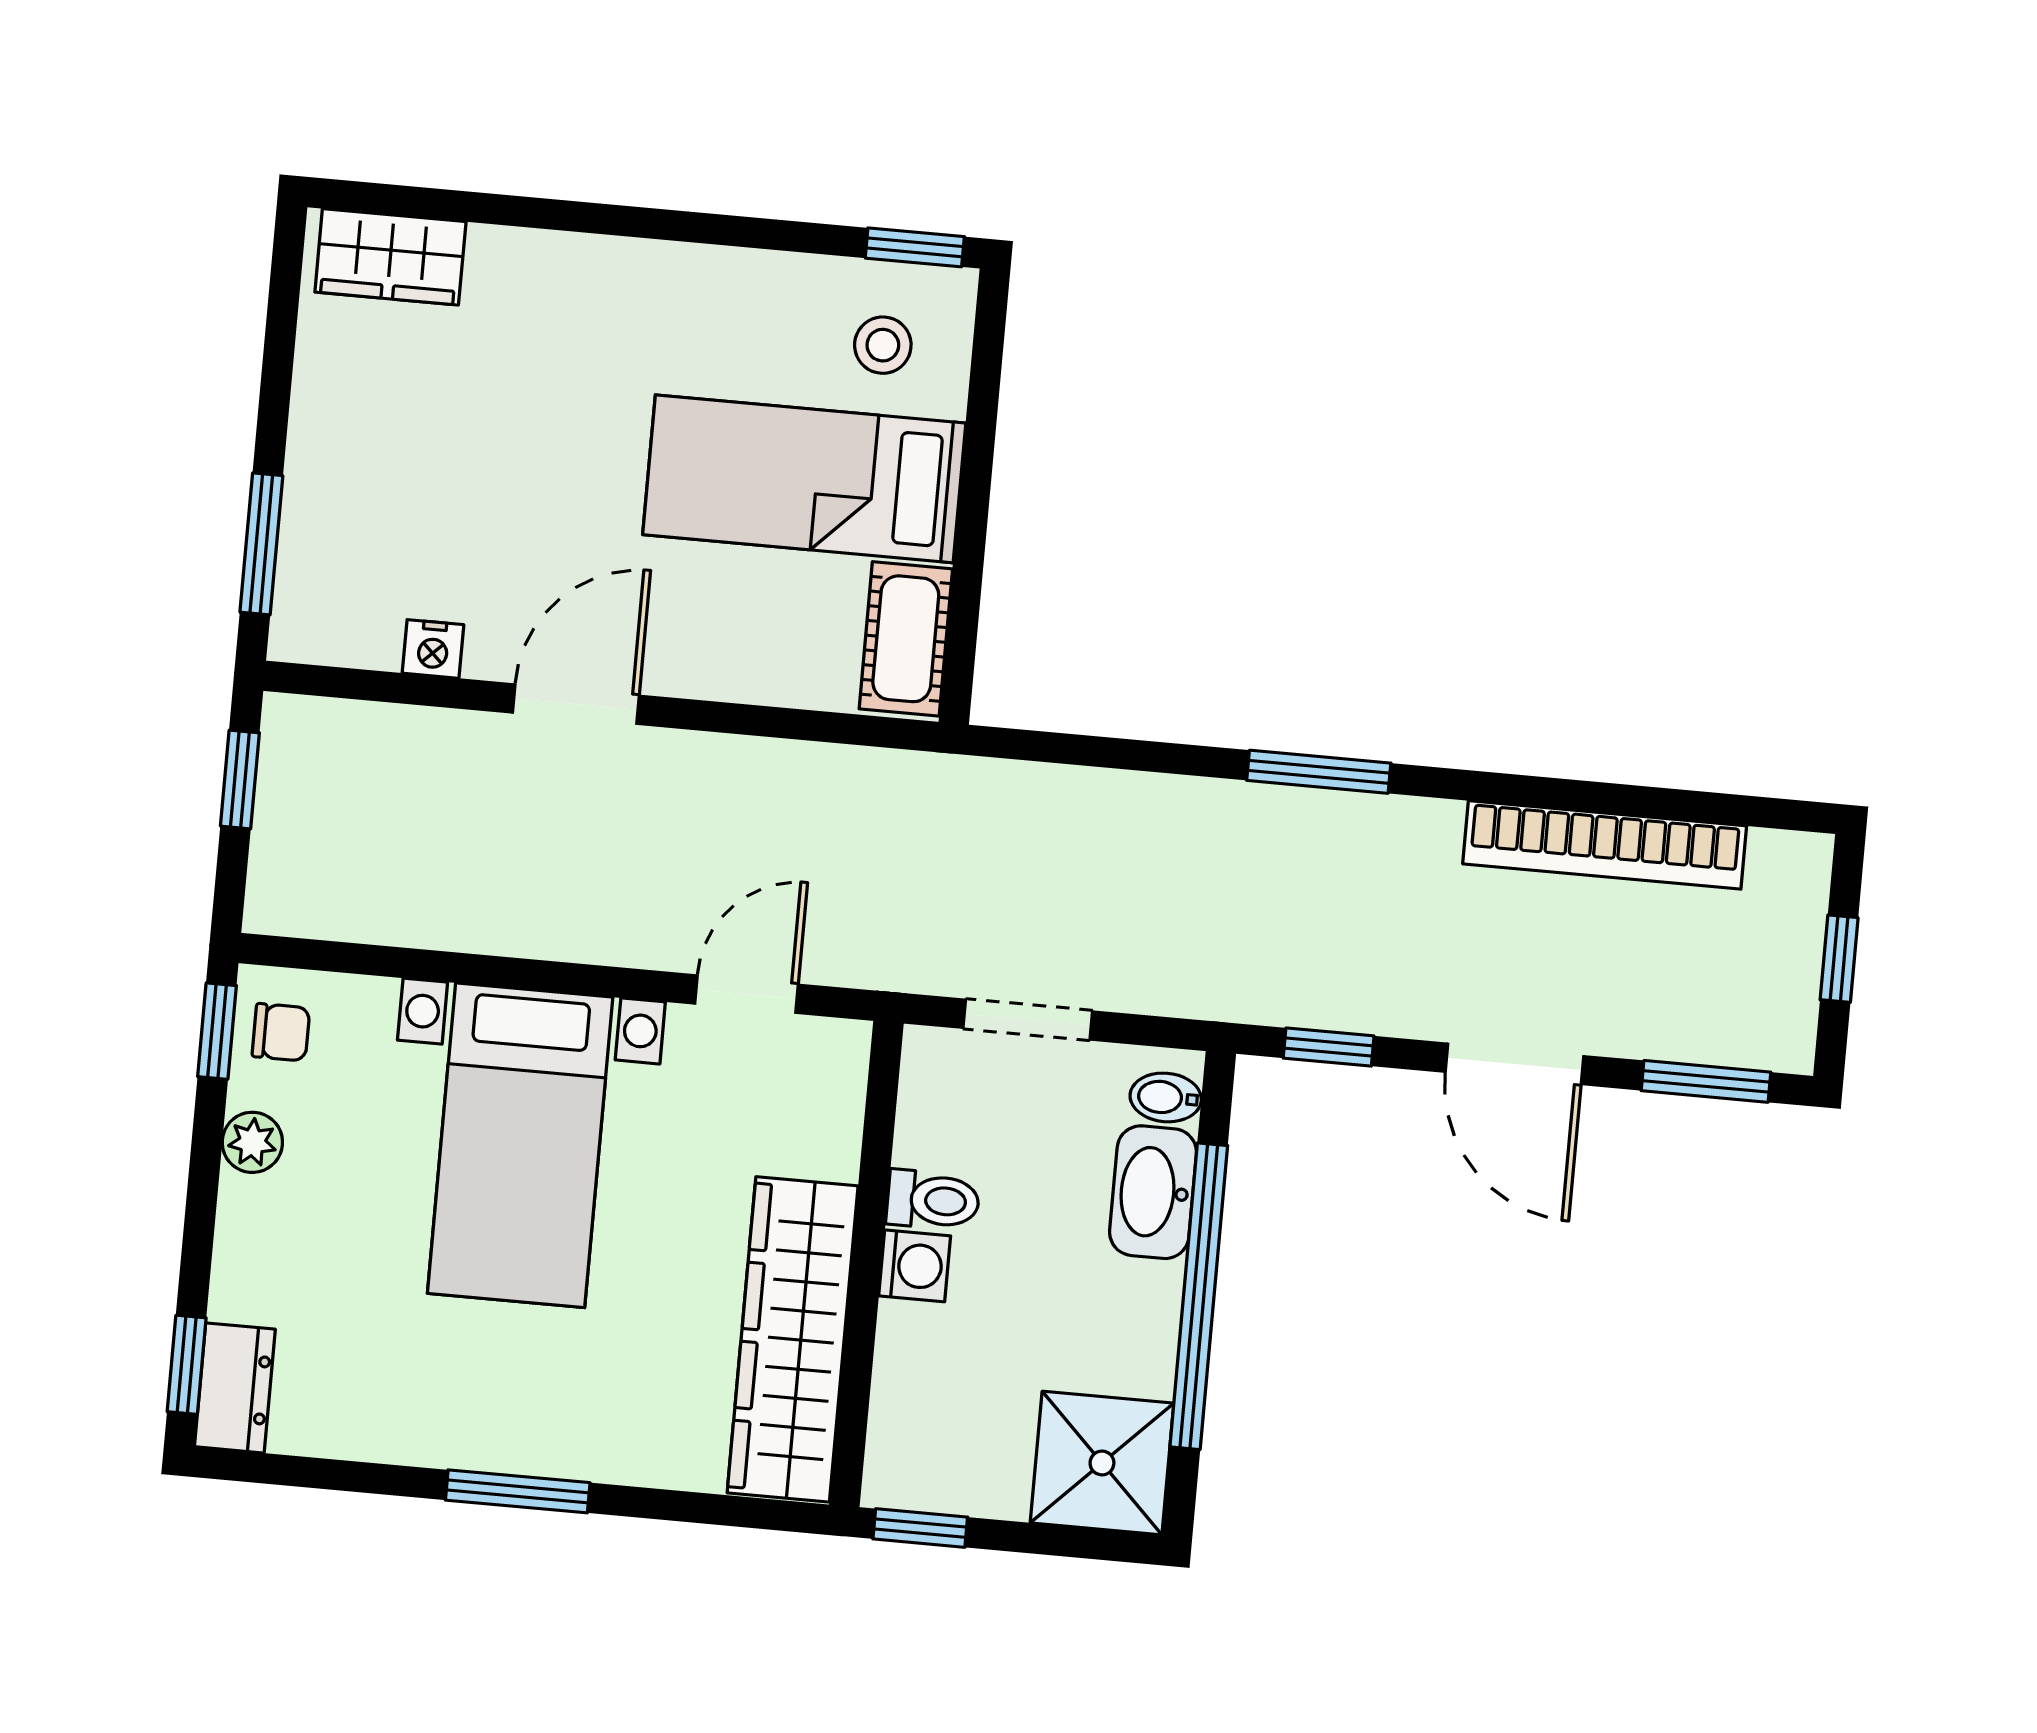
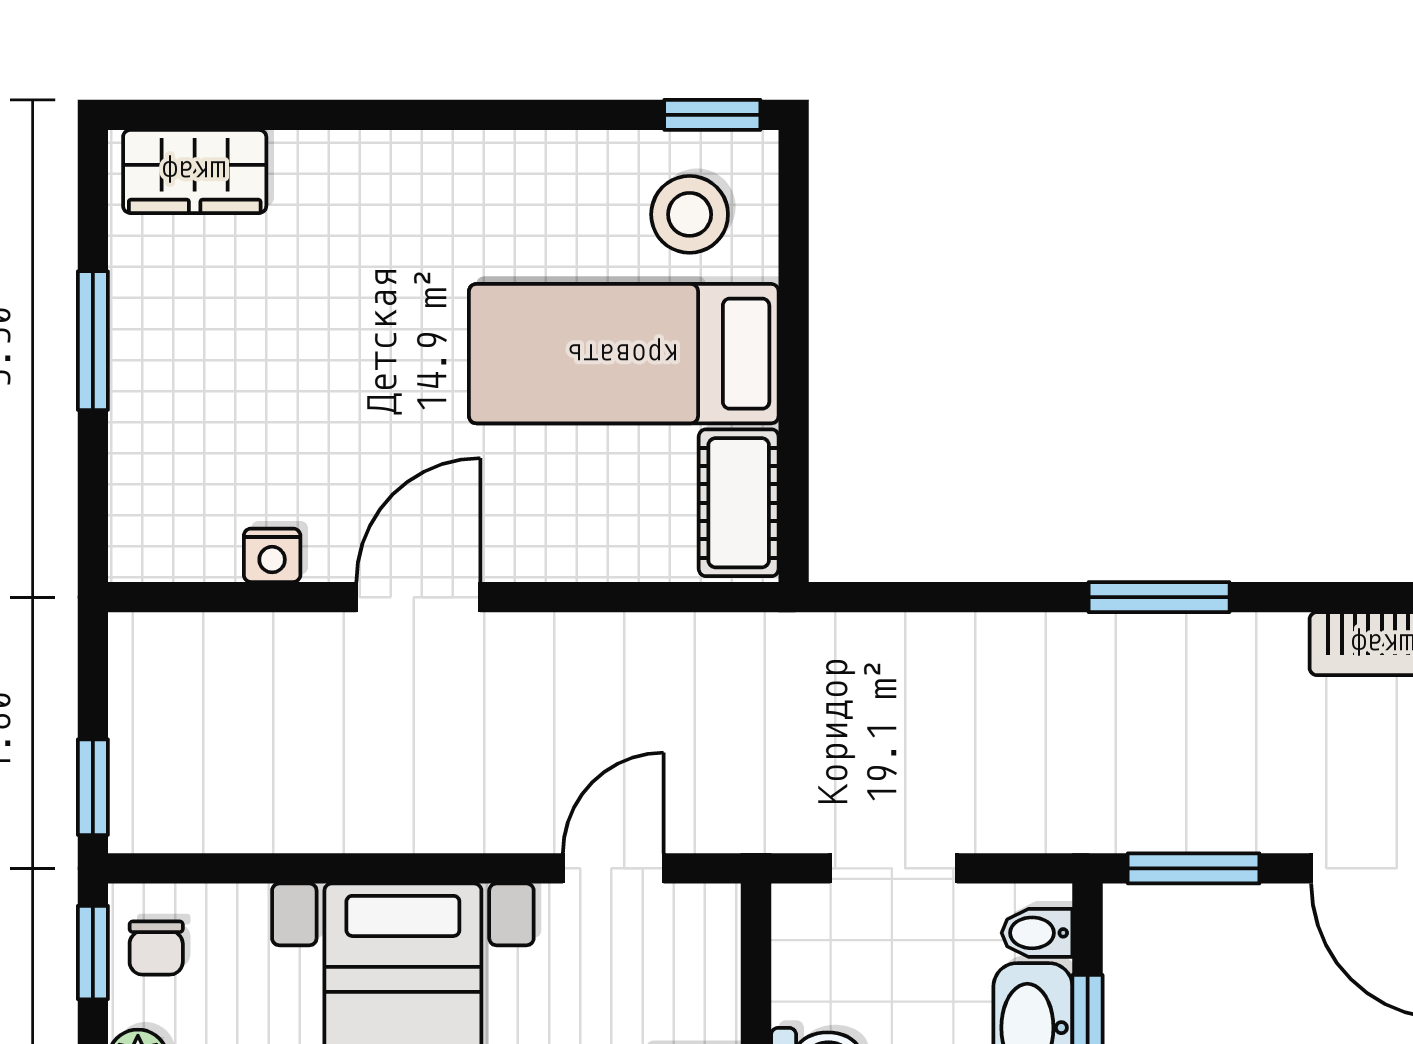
stool: (883, 345) -> (690, 214), width x1.37, depth x1.37
window: (261, 544) -> (93, 341), moved
window: (240, 779) -> (93, 787), moved
chair: (281, 1032) -> (156, 948), turned 90
window: (1329, 1047) -> (1194, 868), width x1.50

